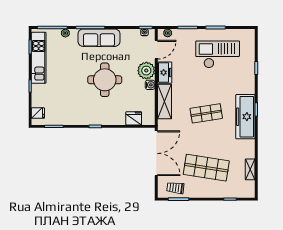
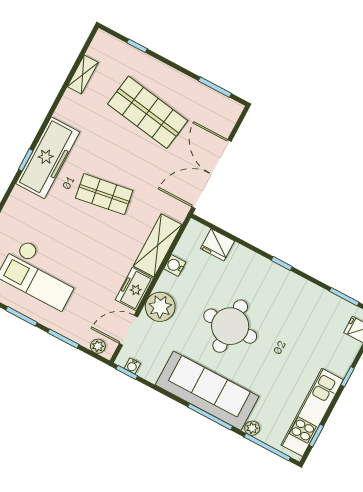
sofa: (99, 38) -> (207, 391), width x1.36, depth x1.27
water cooler: (150, 85) -> (175, 265), moved
trolley: (175, 188) -> (210, 107), removed

